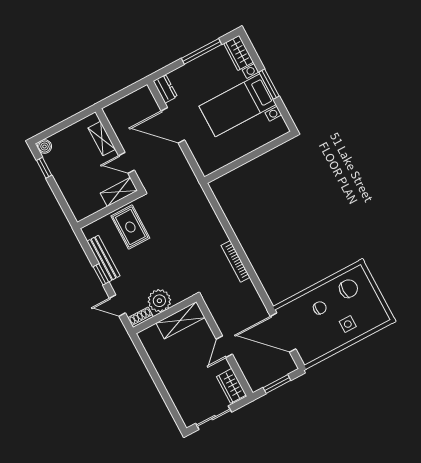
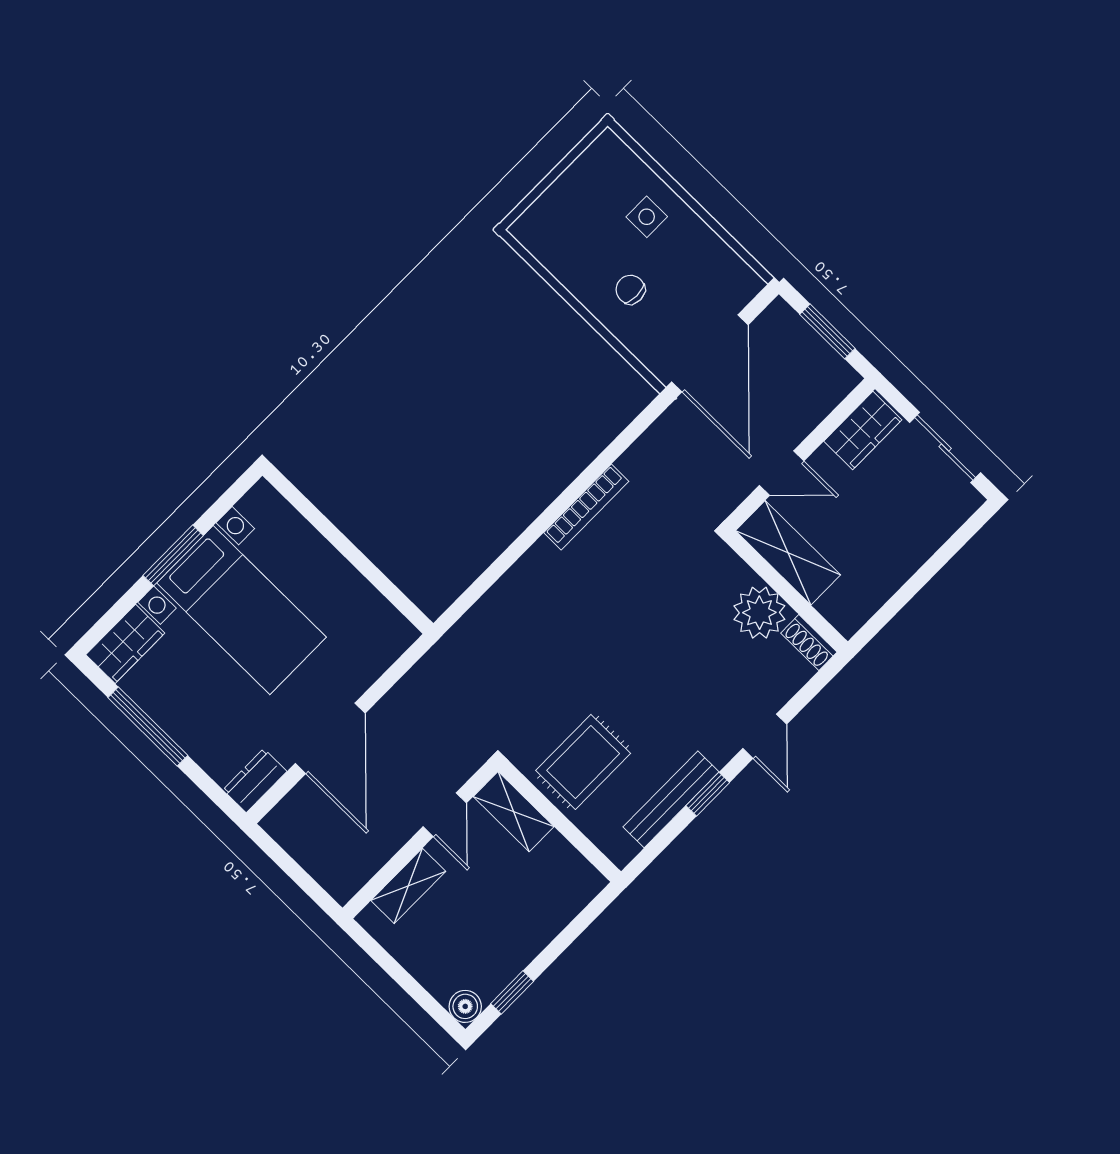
chair: (348, 289) -> (568, 240), removed
plant: (159, 301) -> (759, 613), moved
wall: (165, 315) -> (786, 591), moved
shoe rack: (141, 317) -> (809, 643), moved
shelving: (180, 320) -> (788, 553), moved

